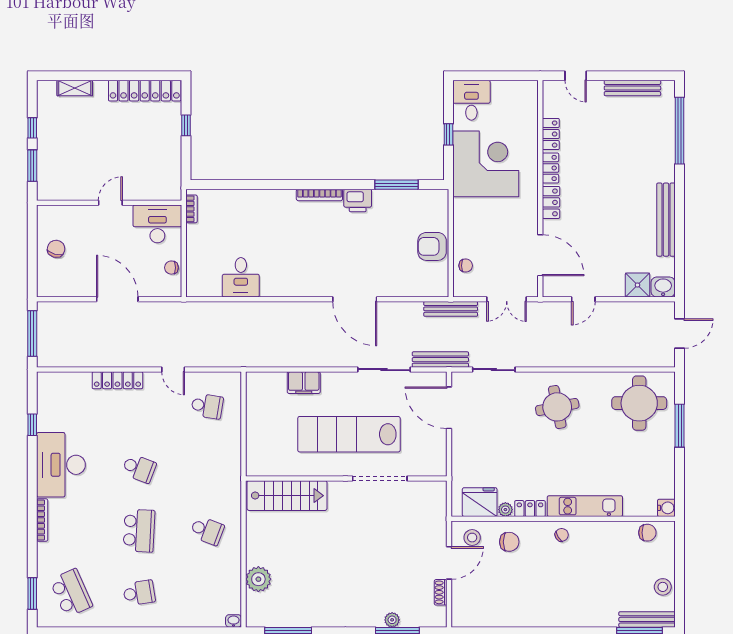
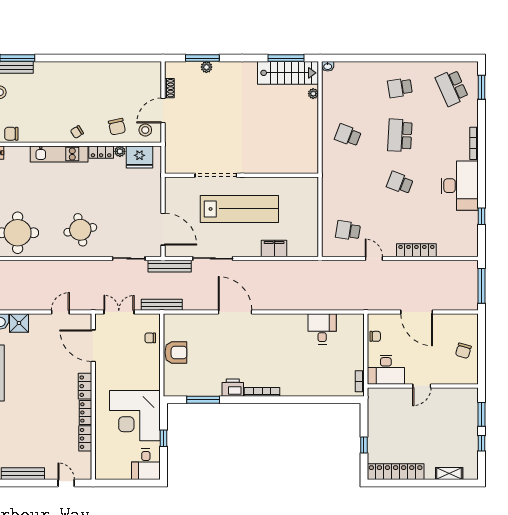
stairs: (287, 496) -> (288, 73), moved, turned 180
chair: (509, 542) -> (117, 127), turned -102
plant: (258, 579) -> (313, 94), width x0.53, depth x0.53

